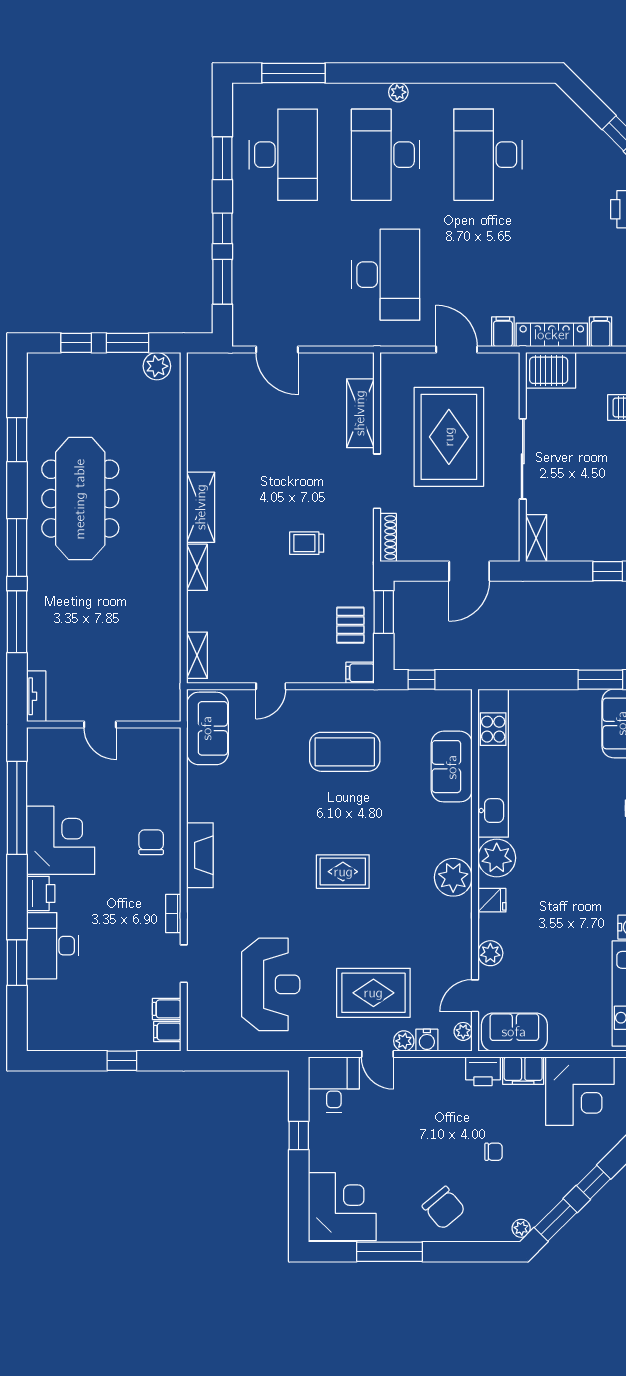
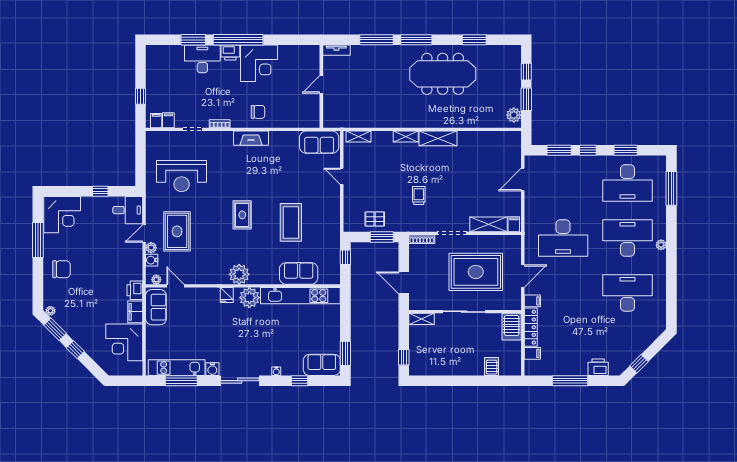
filing cabinet: (360, 673) -> (514, 224), moved
coffee table: (345, 752) -> (291, 222), moved
window: (17, 808) -> (238, 40), moved
plant: (490, 953) -> (198, 294), removed
chair: (494, 1152) -> (92, 296), removed
chair: (444, 1208) -> (61, 269), turned -140

